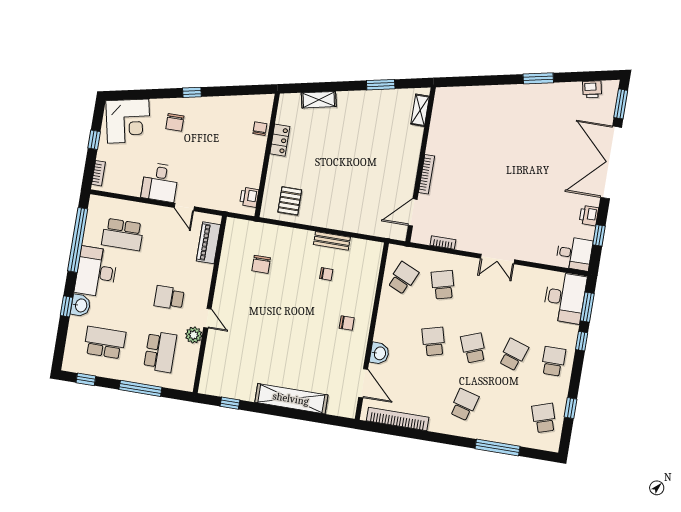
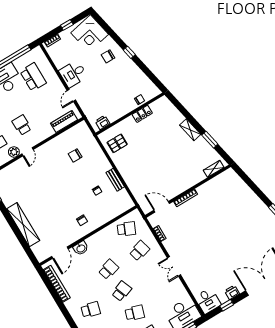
shelving: (319, 100) -> (190, 130), moved
school desk: (123, 234) -> (33, 77), turned 180

